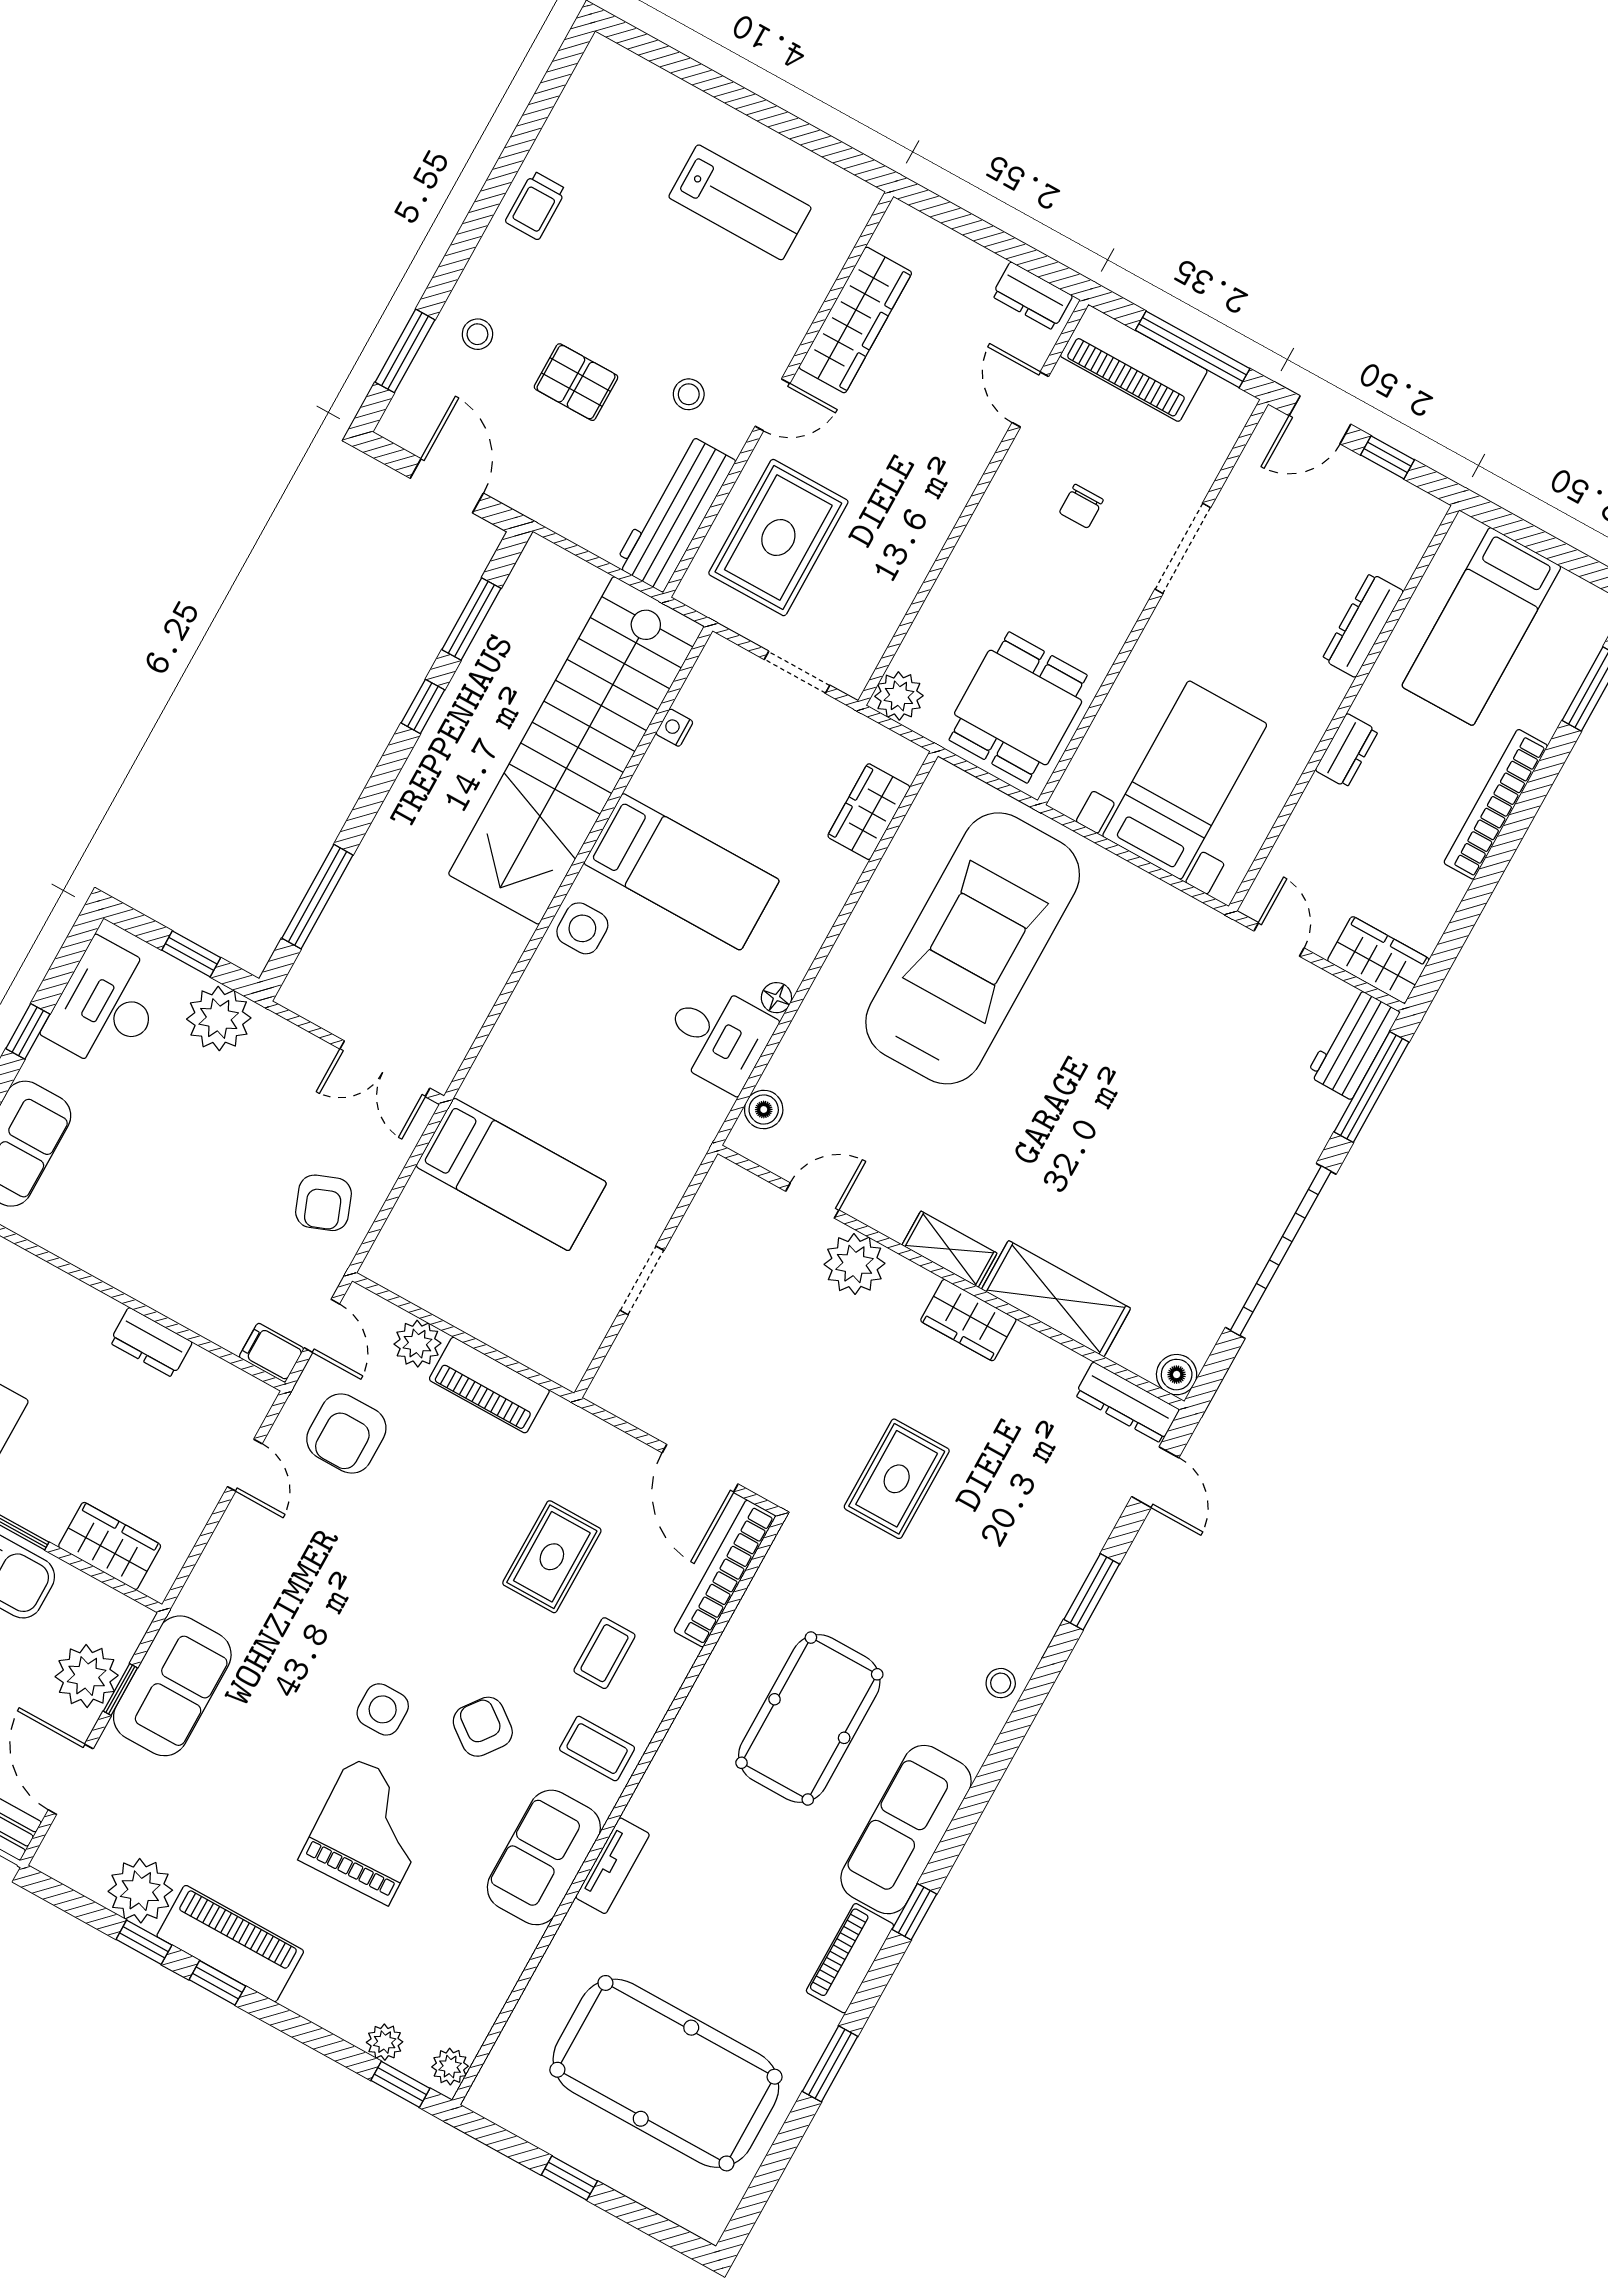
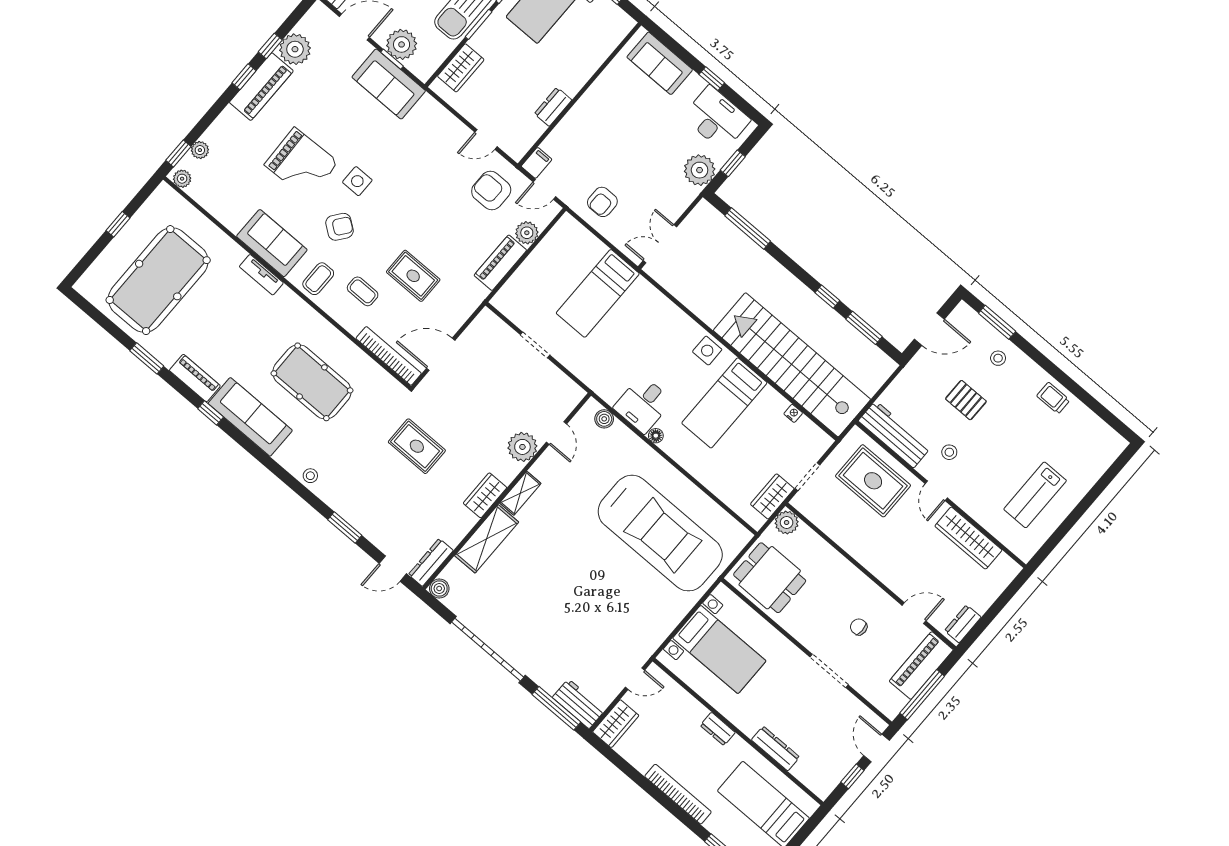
pallet: (576, 382) -> (966, 400), turned 90
wardrobe: (869, 812) -> (772, 496), moved, turned -90
armchair: (324, 1203) -> (602, 202), turned -69

